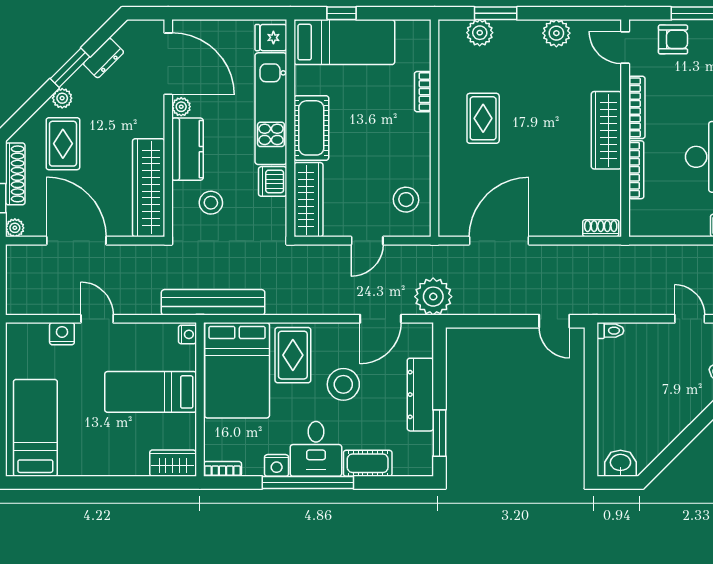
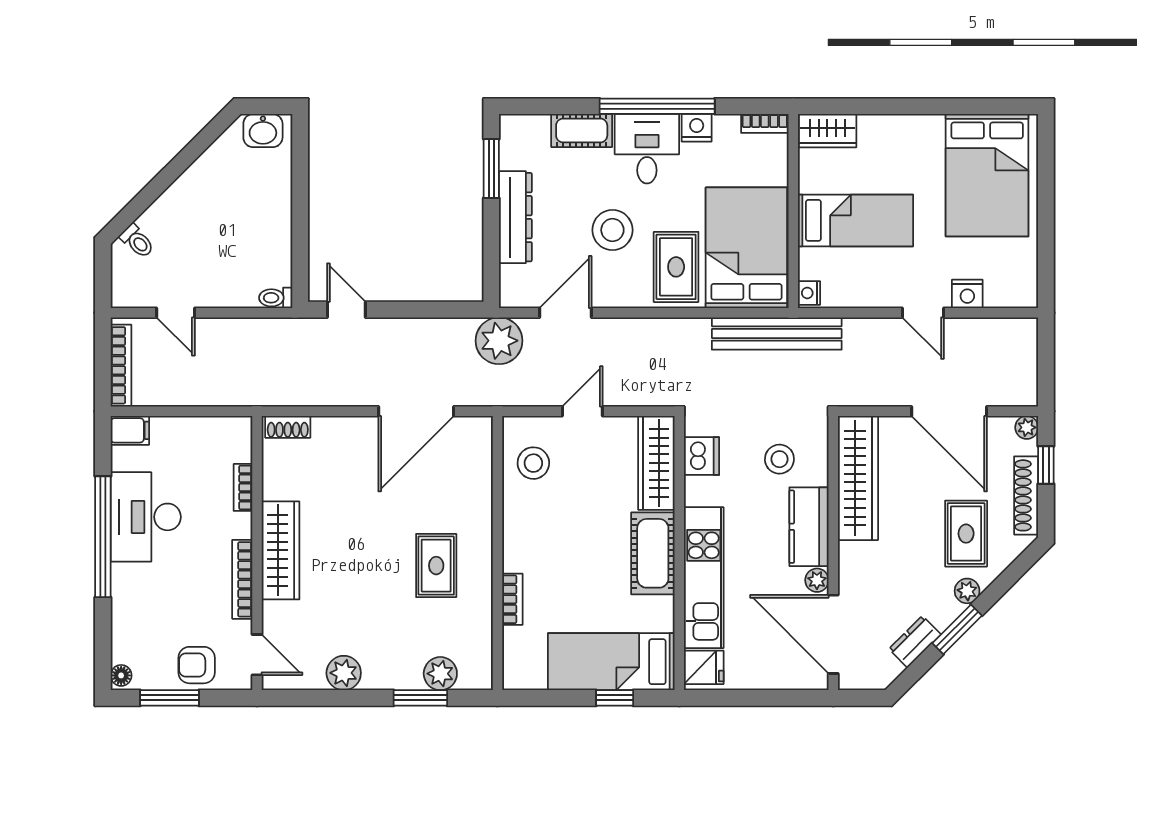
bookcase: (636, 170) -> (243, 487), width x0.64
dishwasher: (273, 181) -> (702, 456), moved
bed: (35, 428) -> (987, 175), width x1.50

